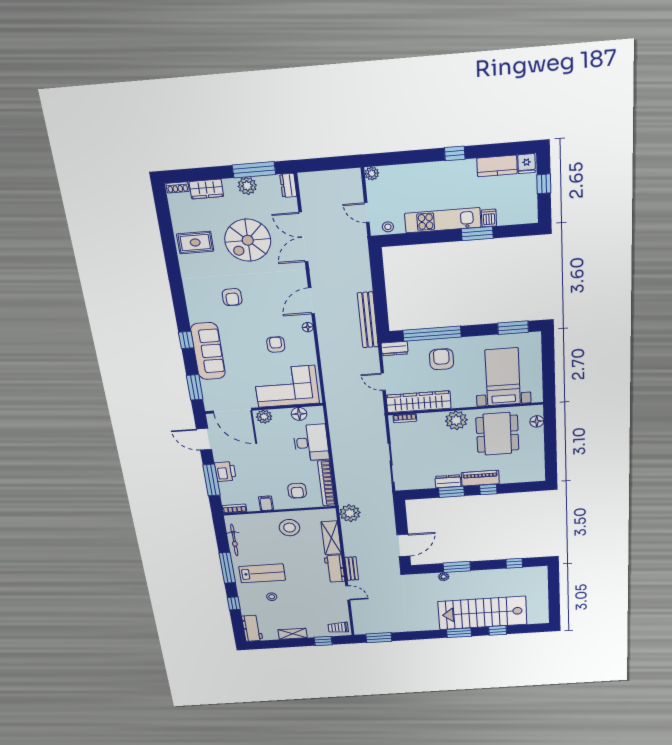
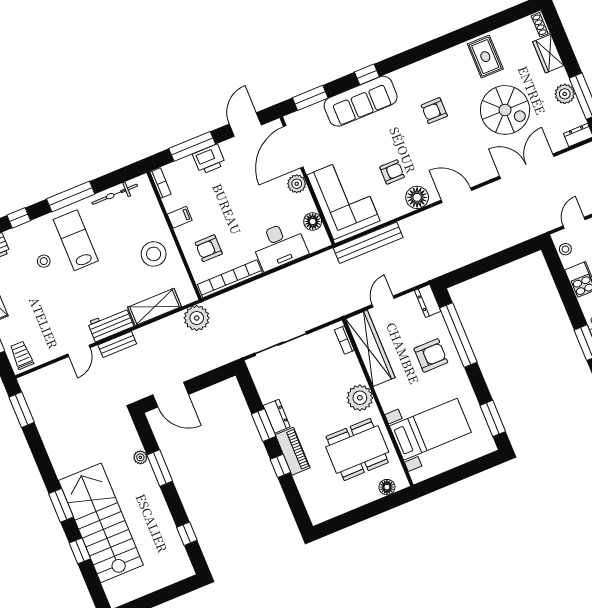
spiral stairs: (248, 240) -> (505, 110), turned 180
bench: (368, 320) -> (368, 243), moved
floor lamp: (308, 327) -> (417, 197), width x1.89, depth x1.89
lab bench: (262, 573) -> (76, 240), turned 180

